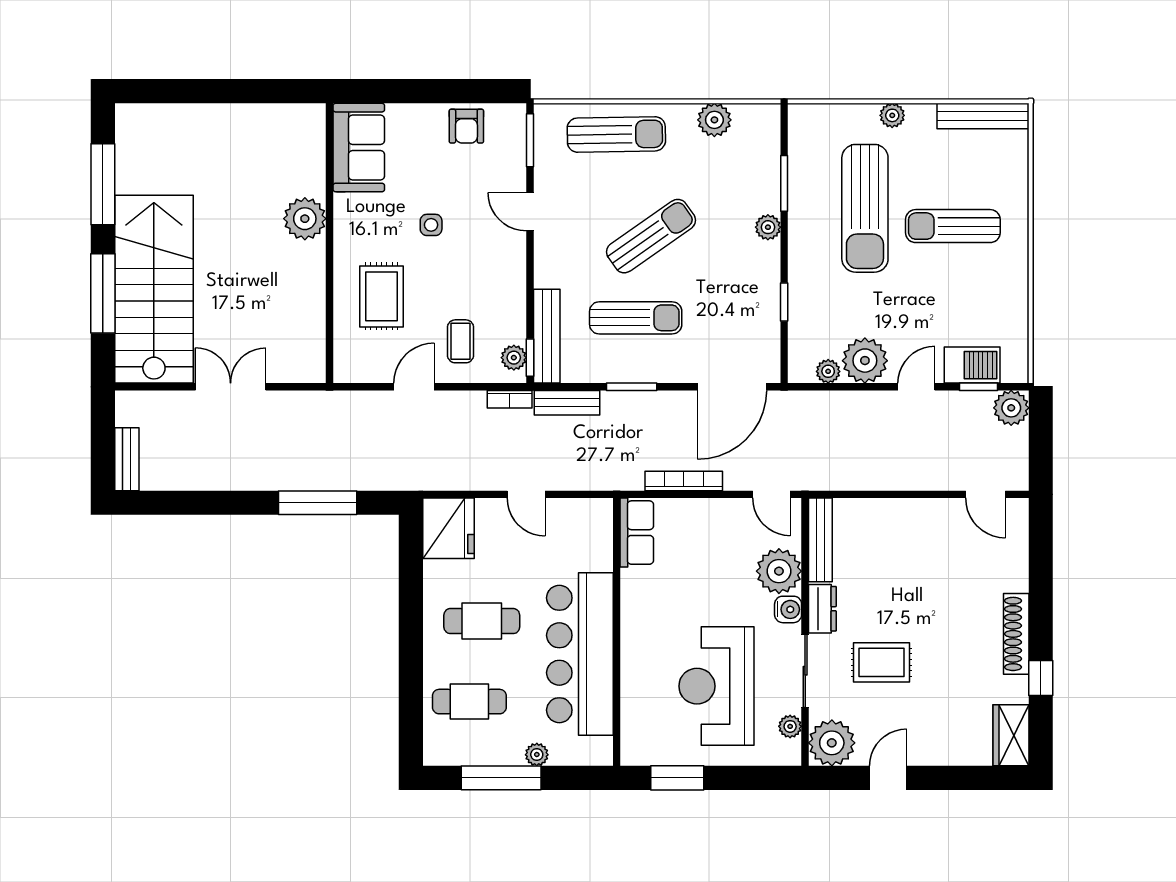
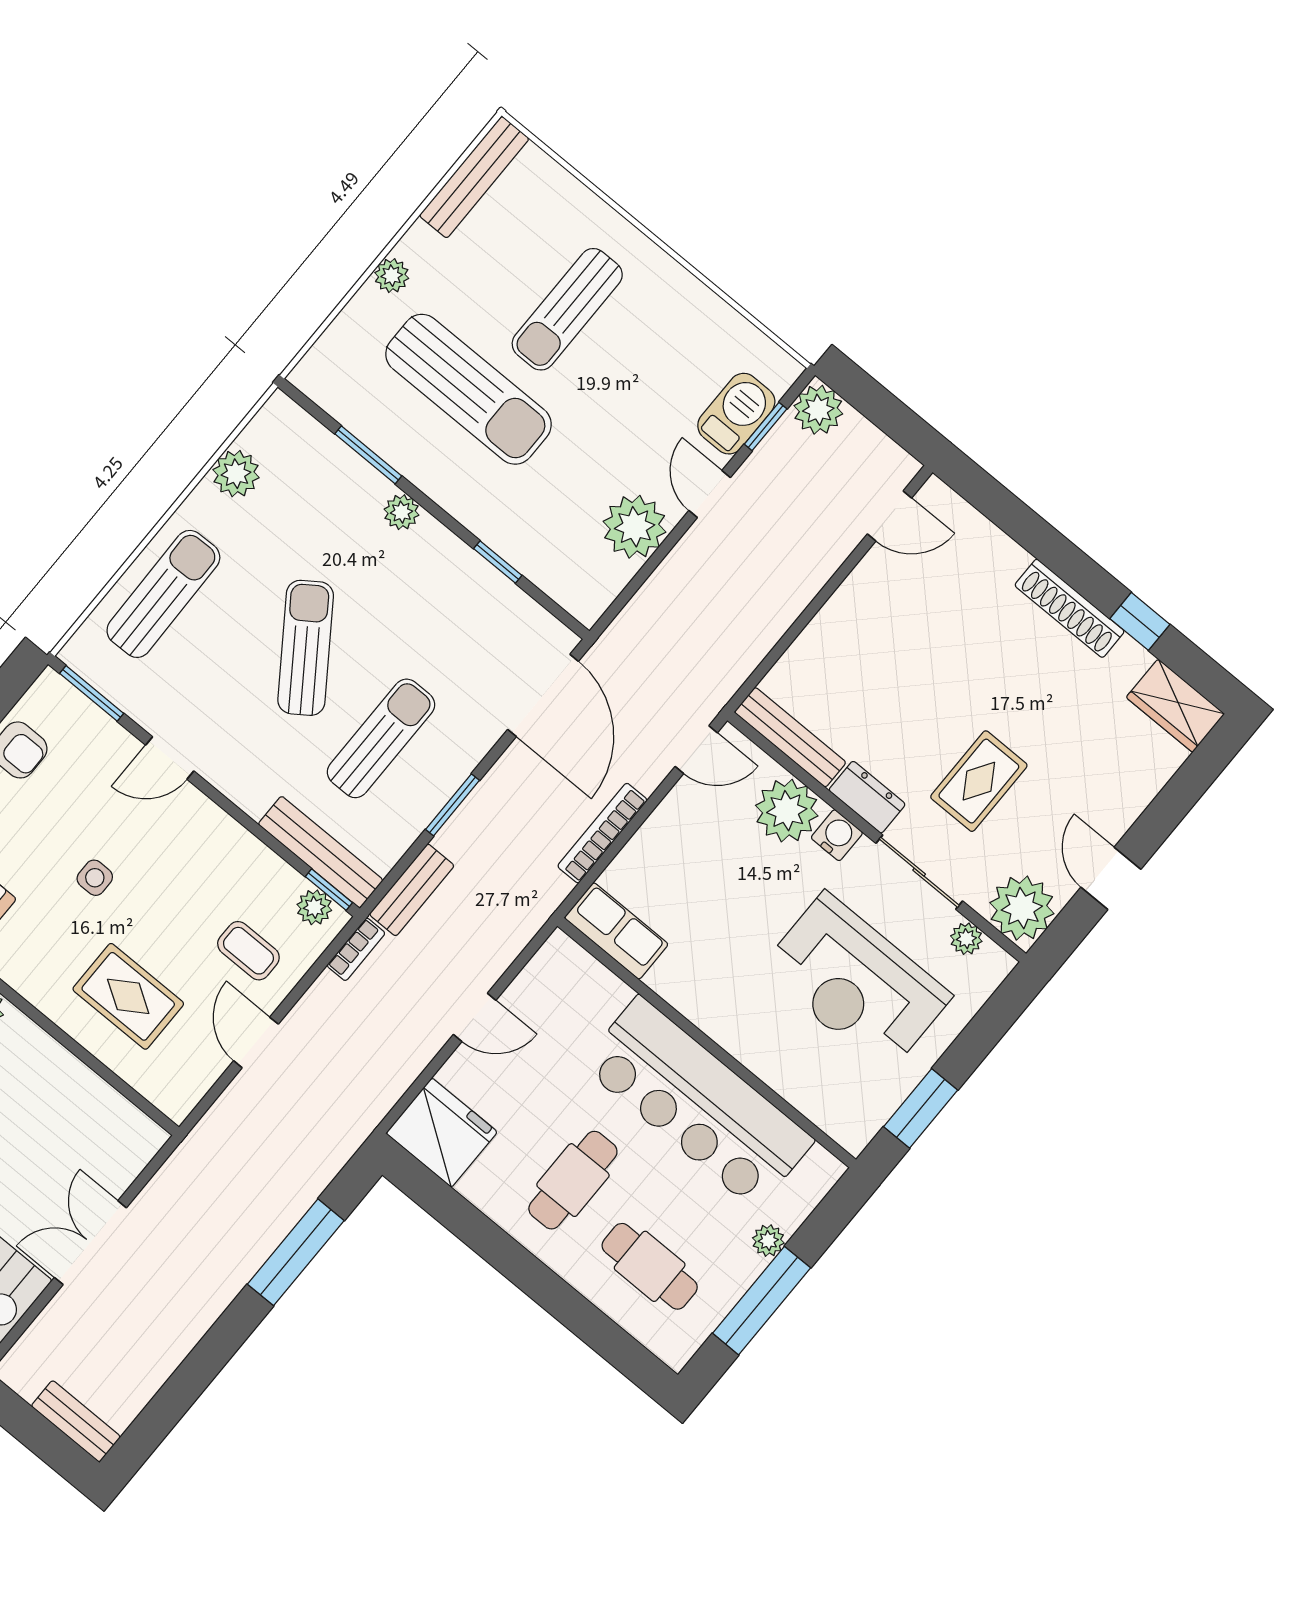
plant: (828, 371) -> (613, 577), removed
cafe table: (469, 702) -> (650, 1266), turned 90

